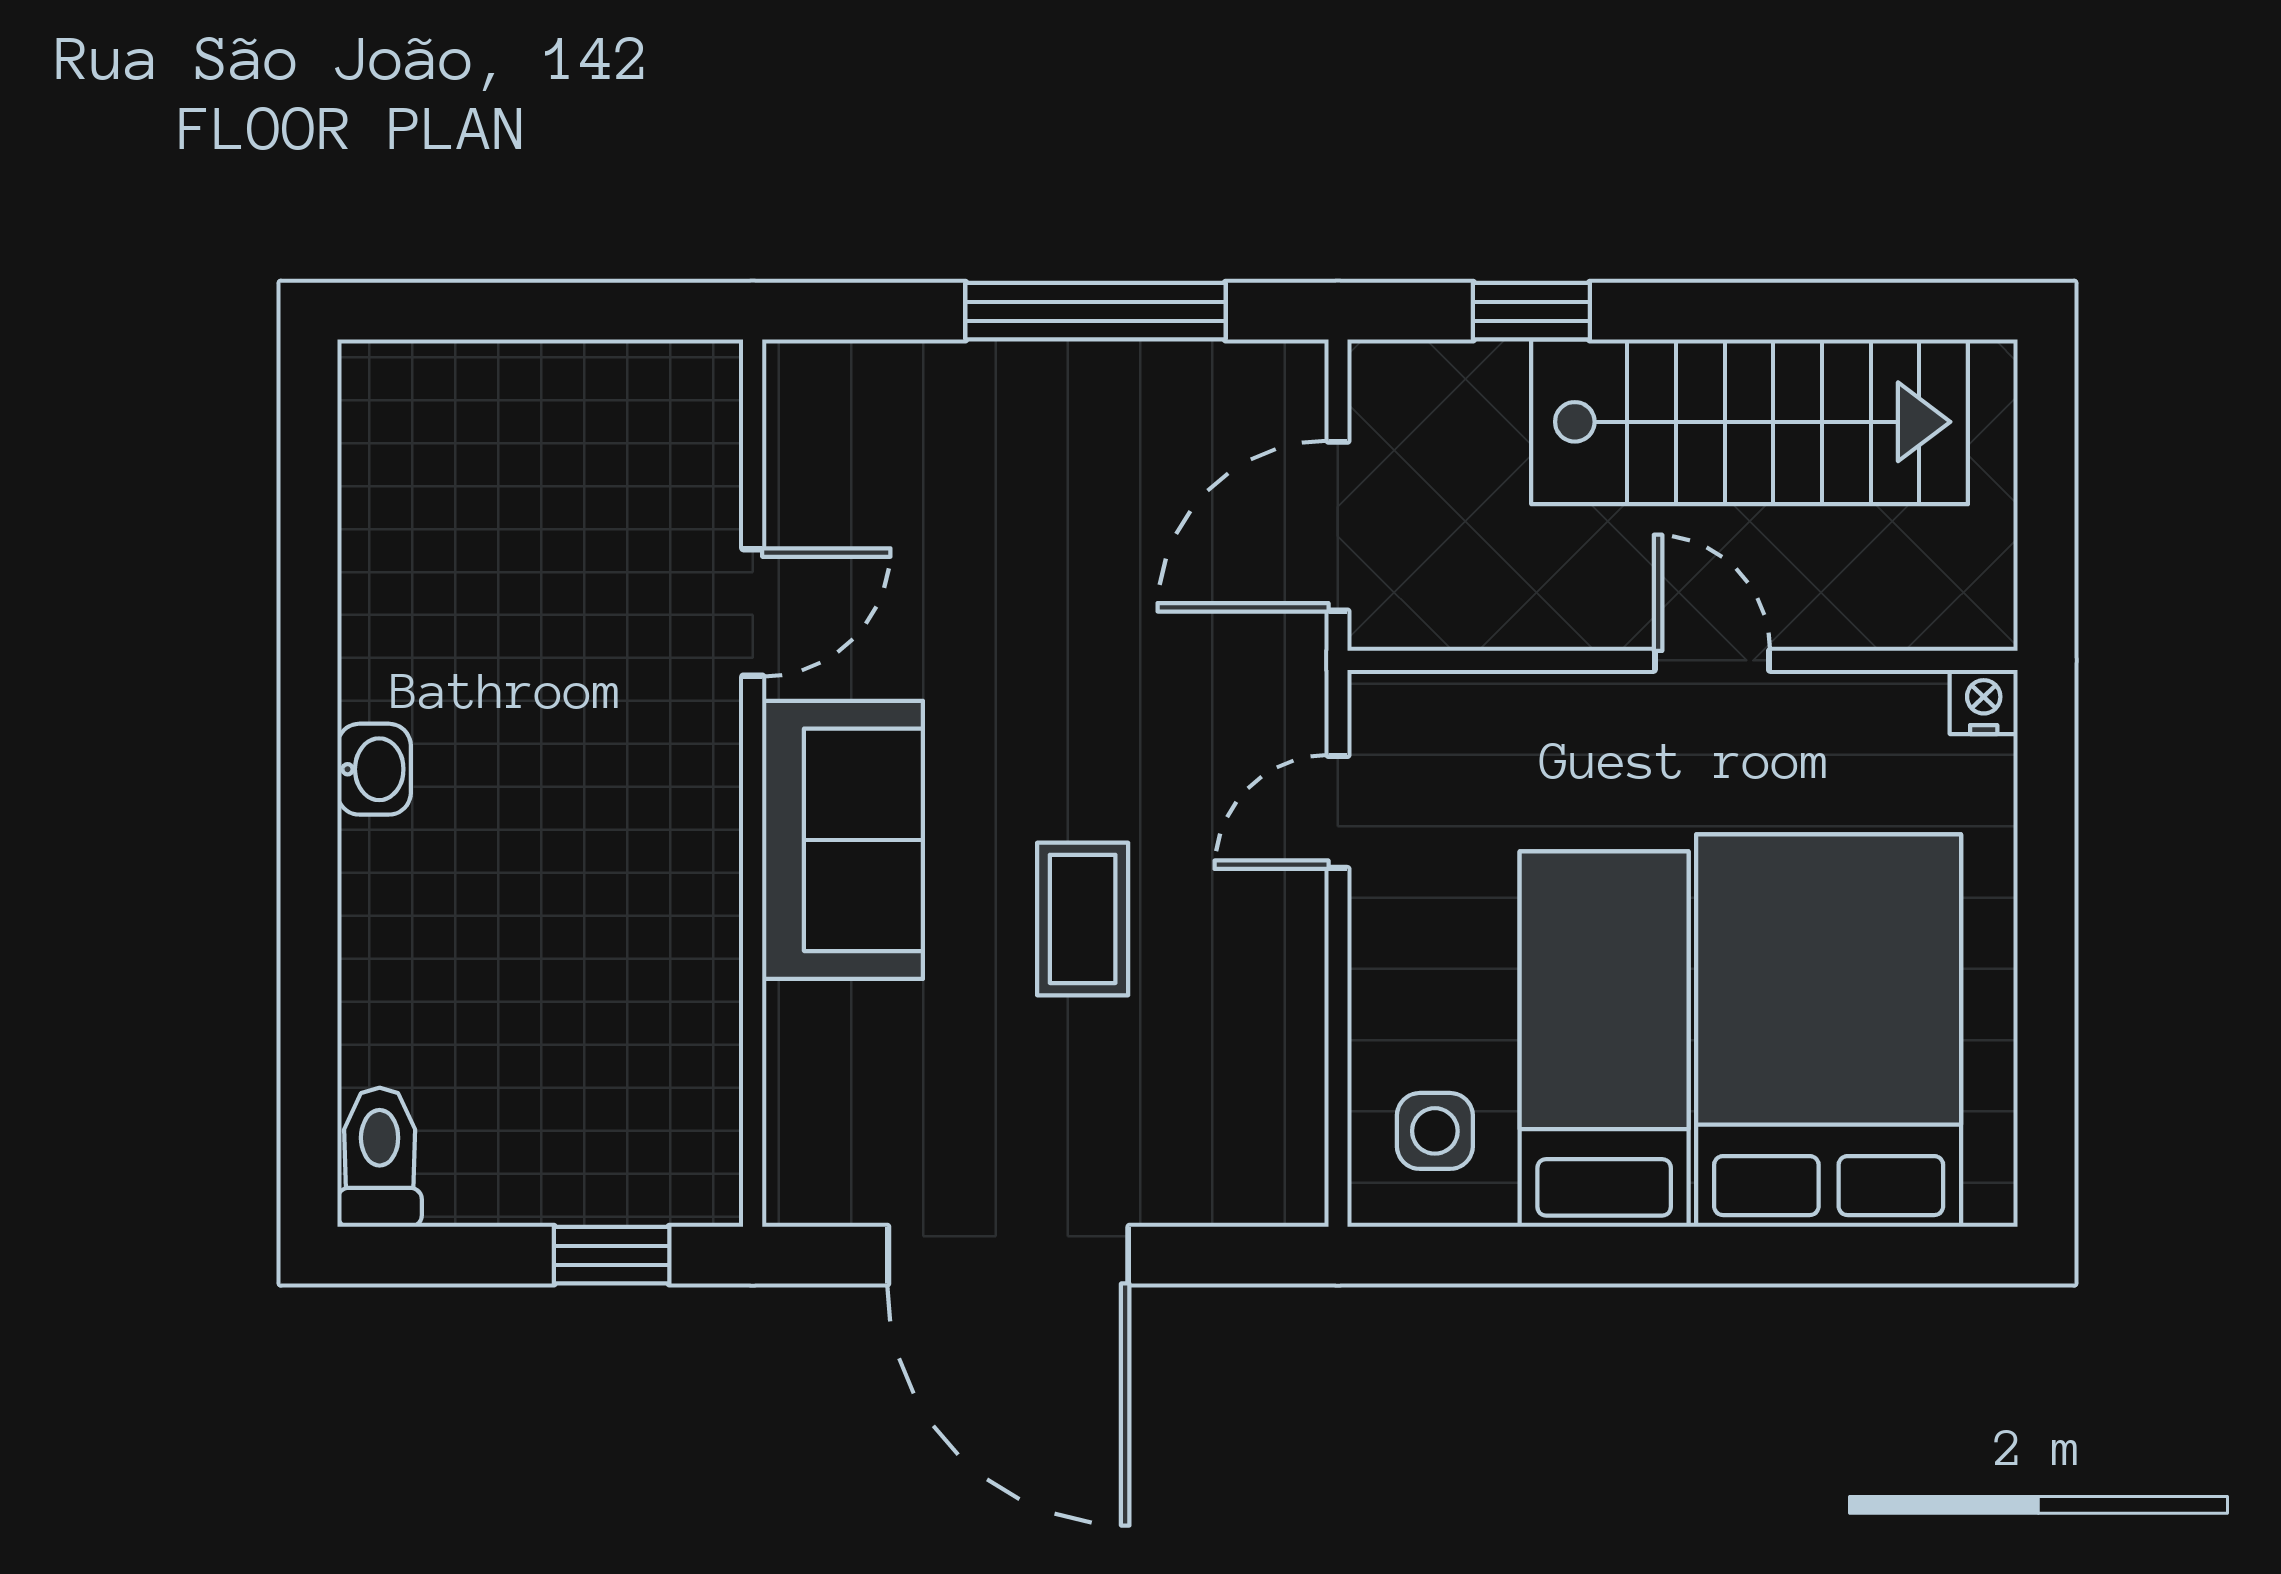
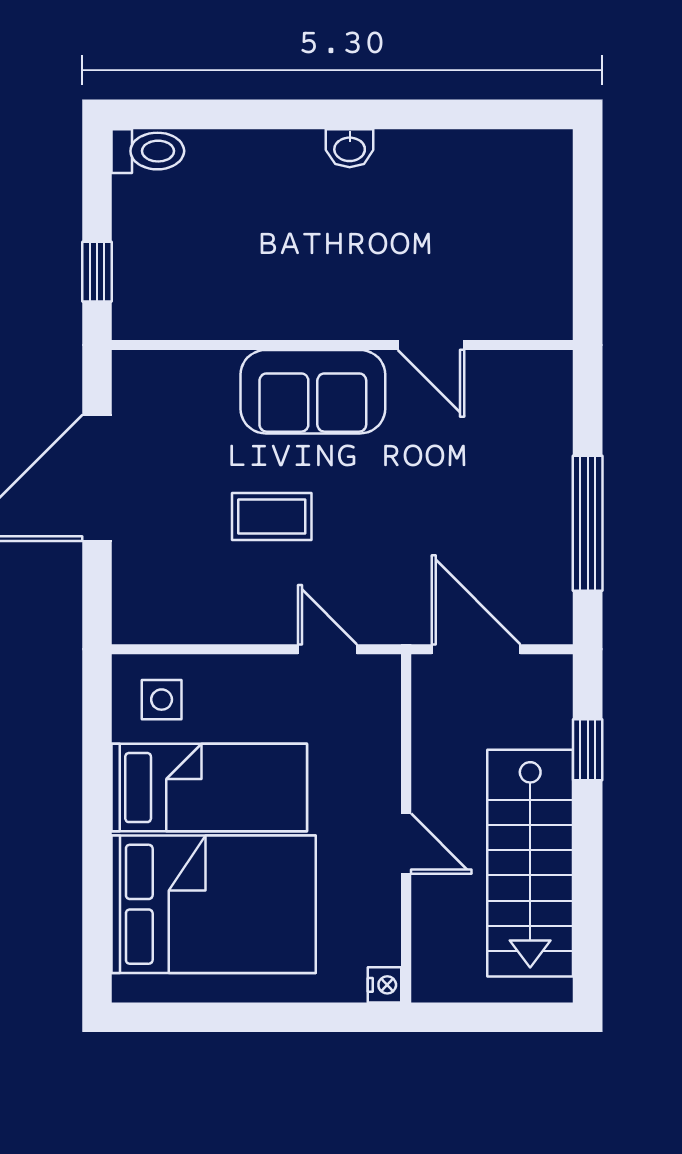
door: (1712, 660) -> (406, 844), hinge flipped

